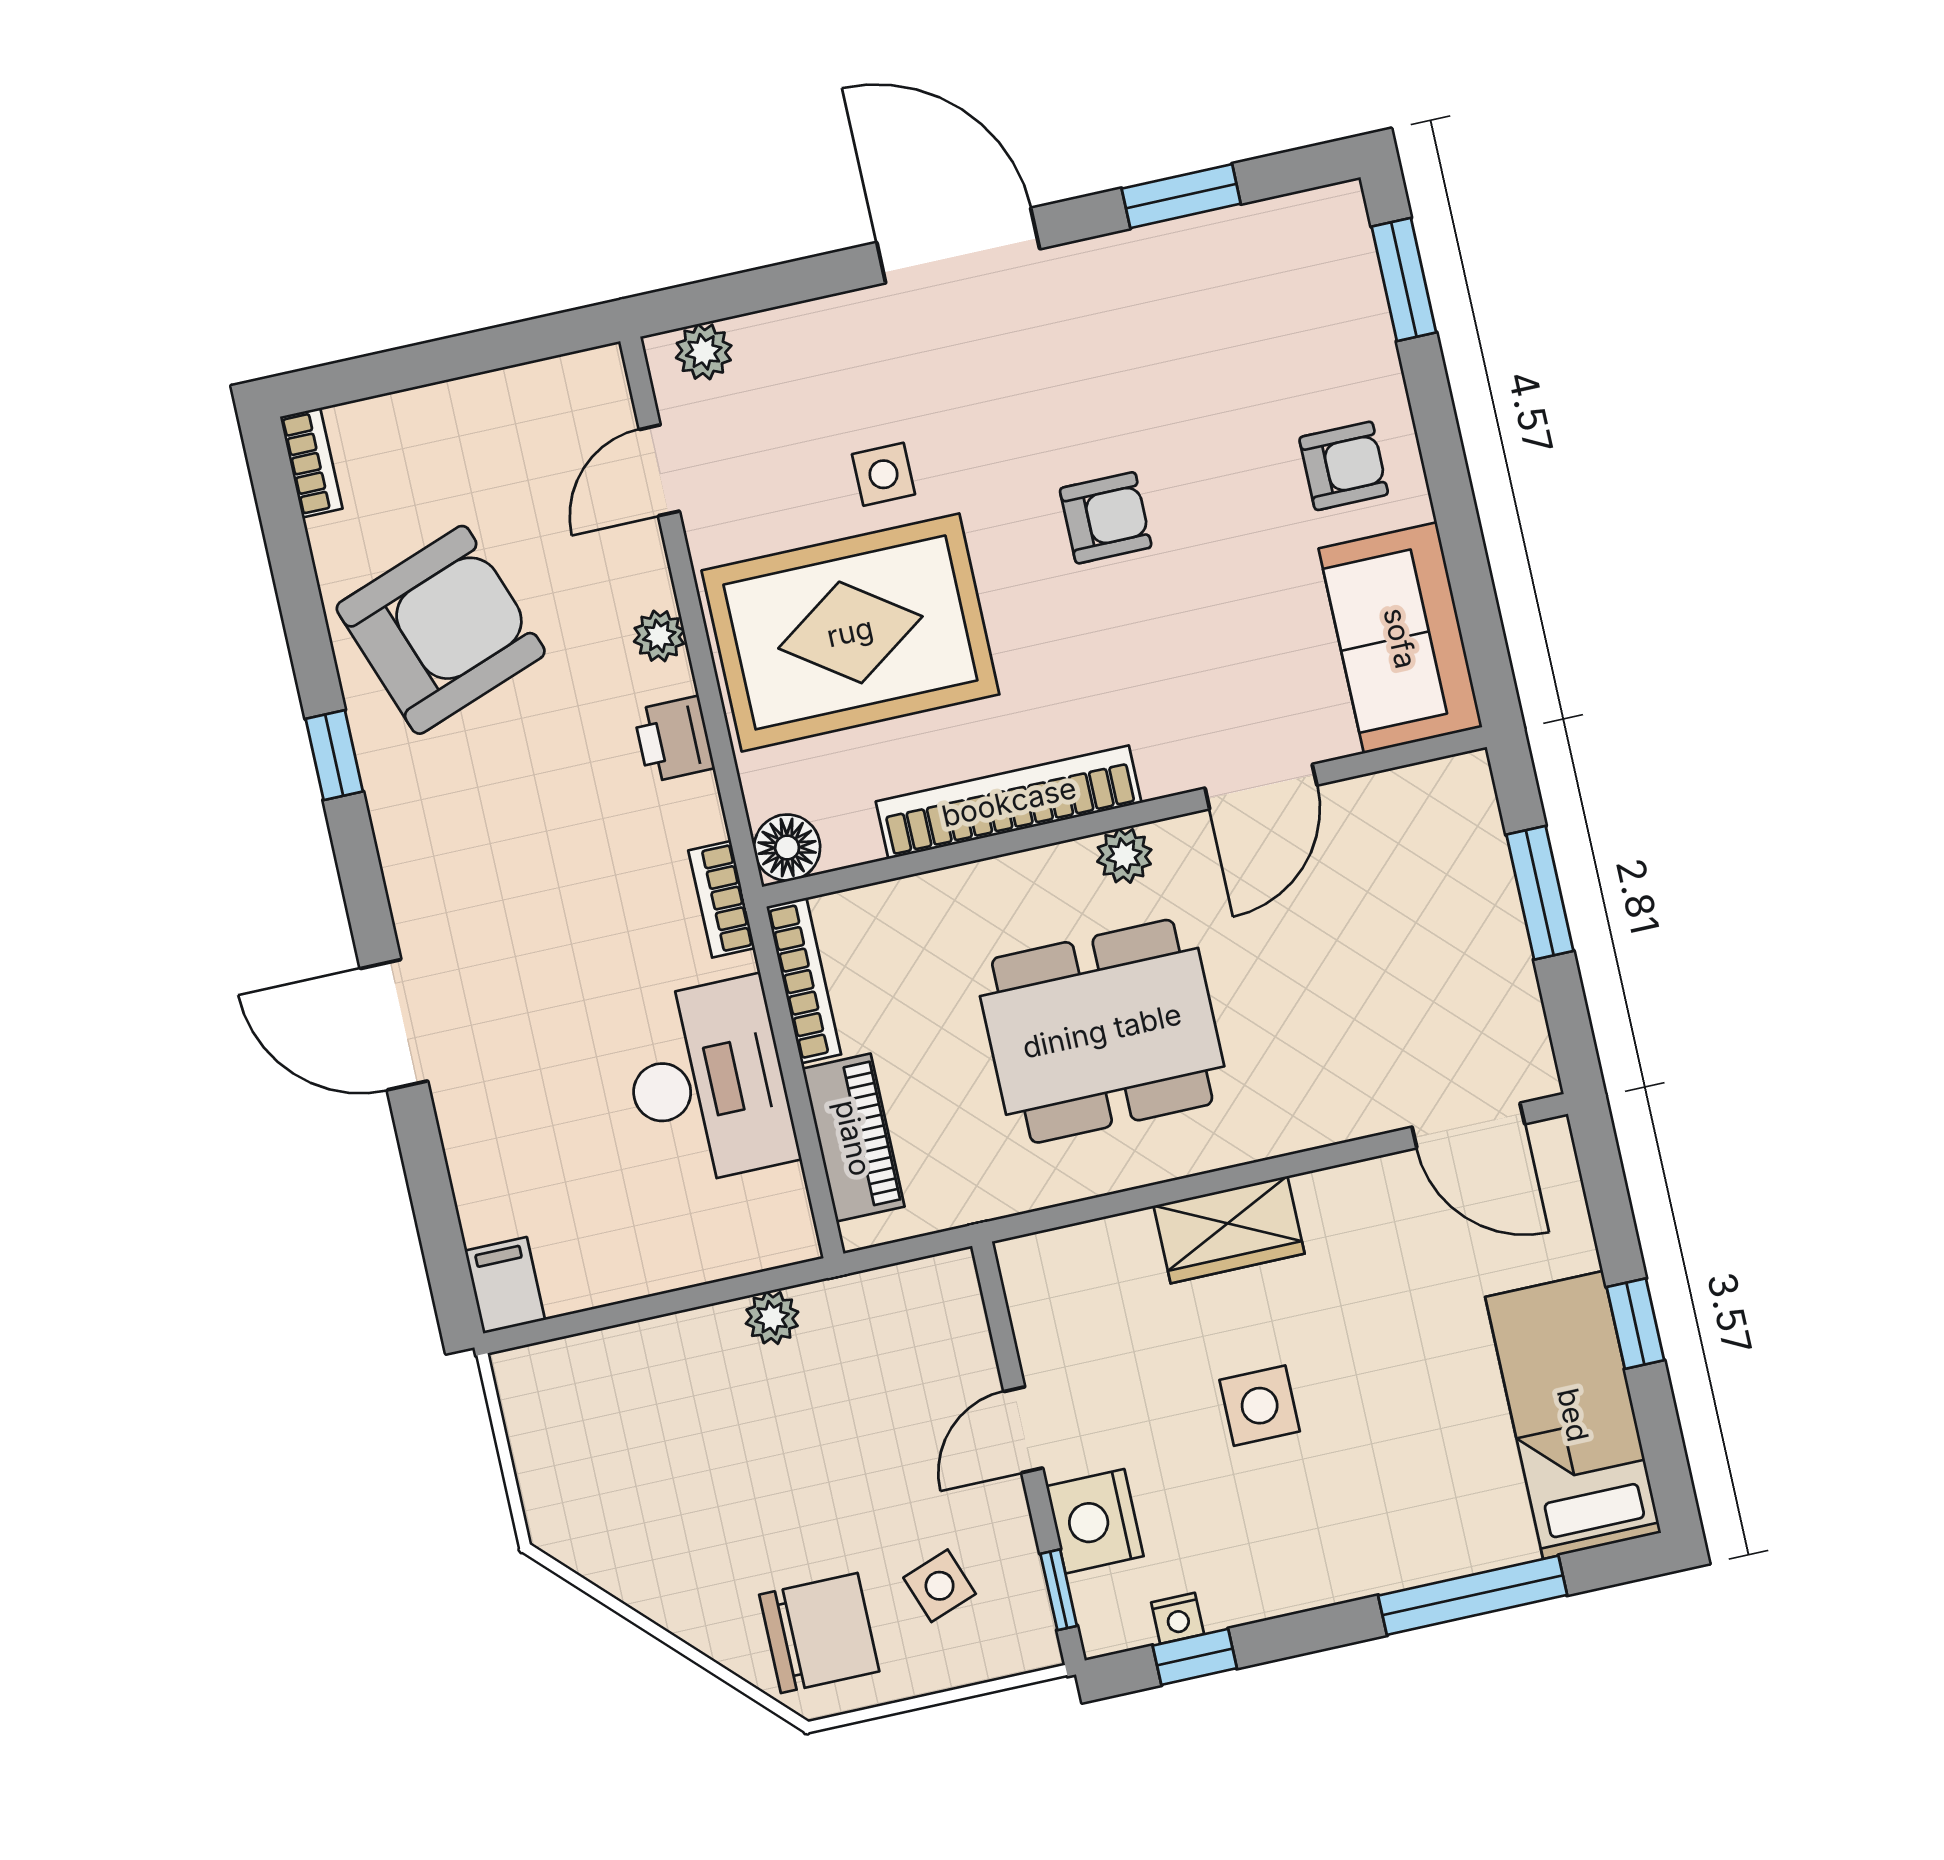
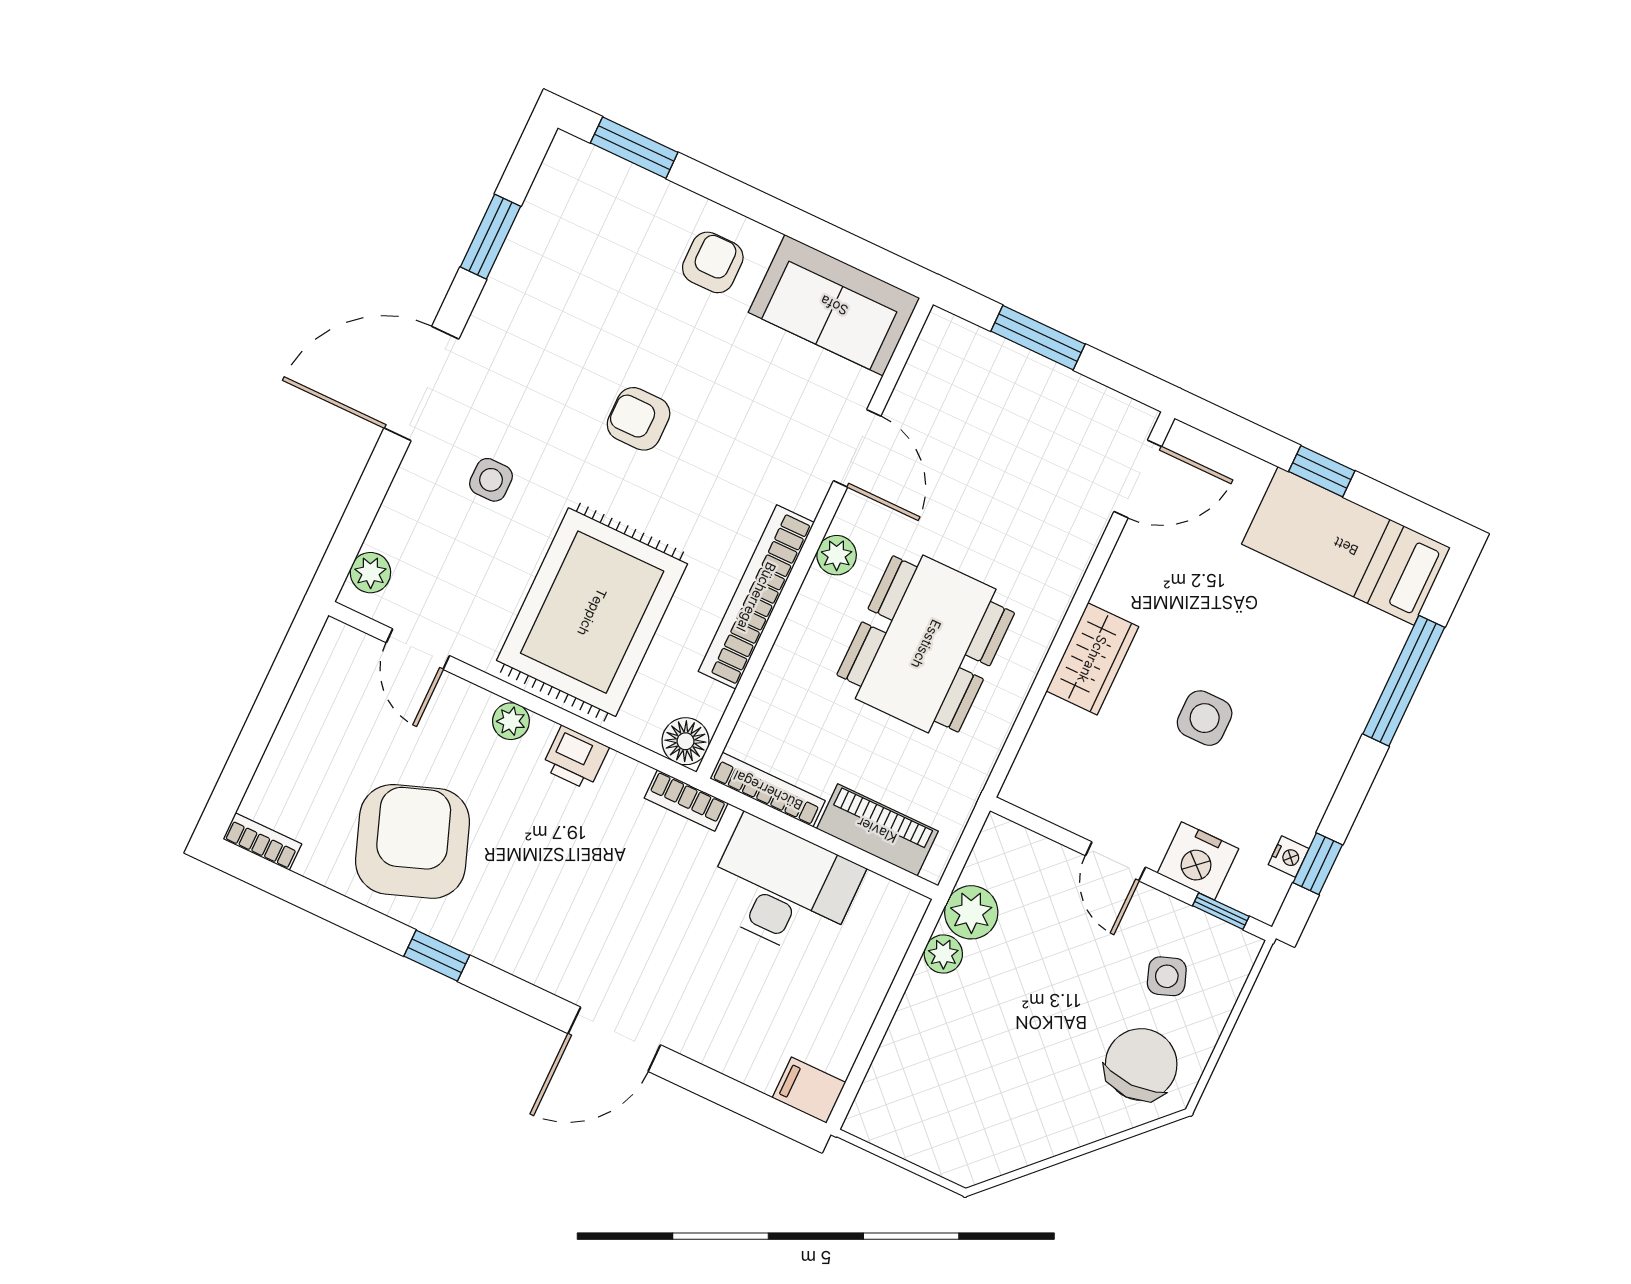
side table: (884, 474) -> (491, 480), moved
armchair: (1106, 518) -> (639, 419), turned -90
plant: (842, 1313) -> (971, 912), added

